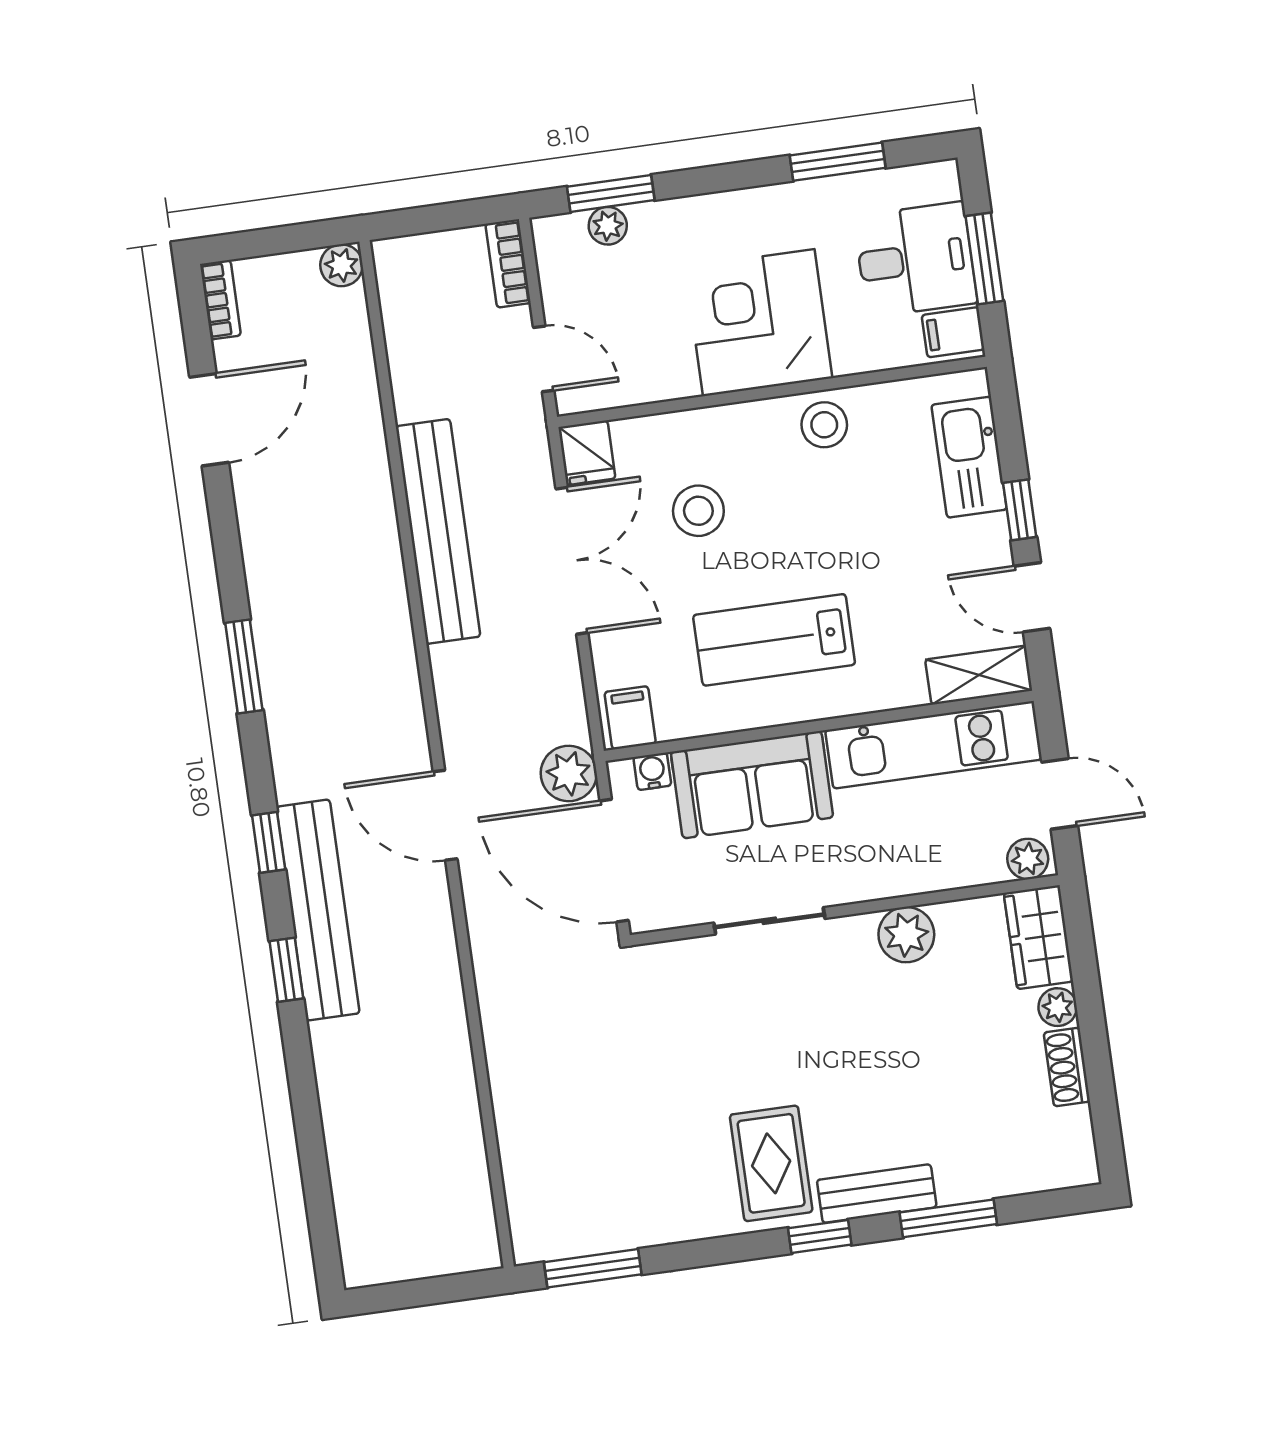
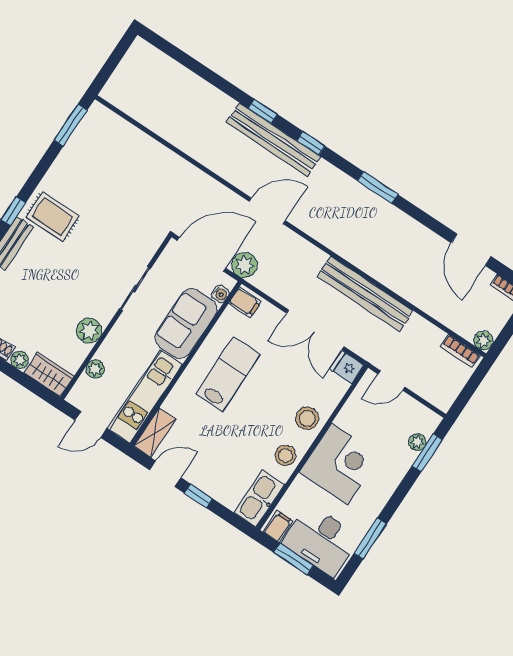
desk: (915, 260) -> (321, 540), width x1.37
bookcase: (508, 263) -> (460, 351), moved, turned 180
kitchen sink: (969, 457) -> (259, 499), moved, turned -90
stool: (698, 511) -> (307, 418), moved
plant: (1028, 859) -> (95, 369), moved

